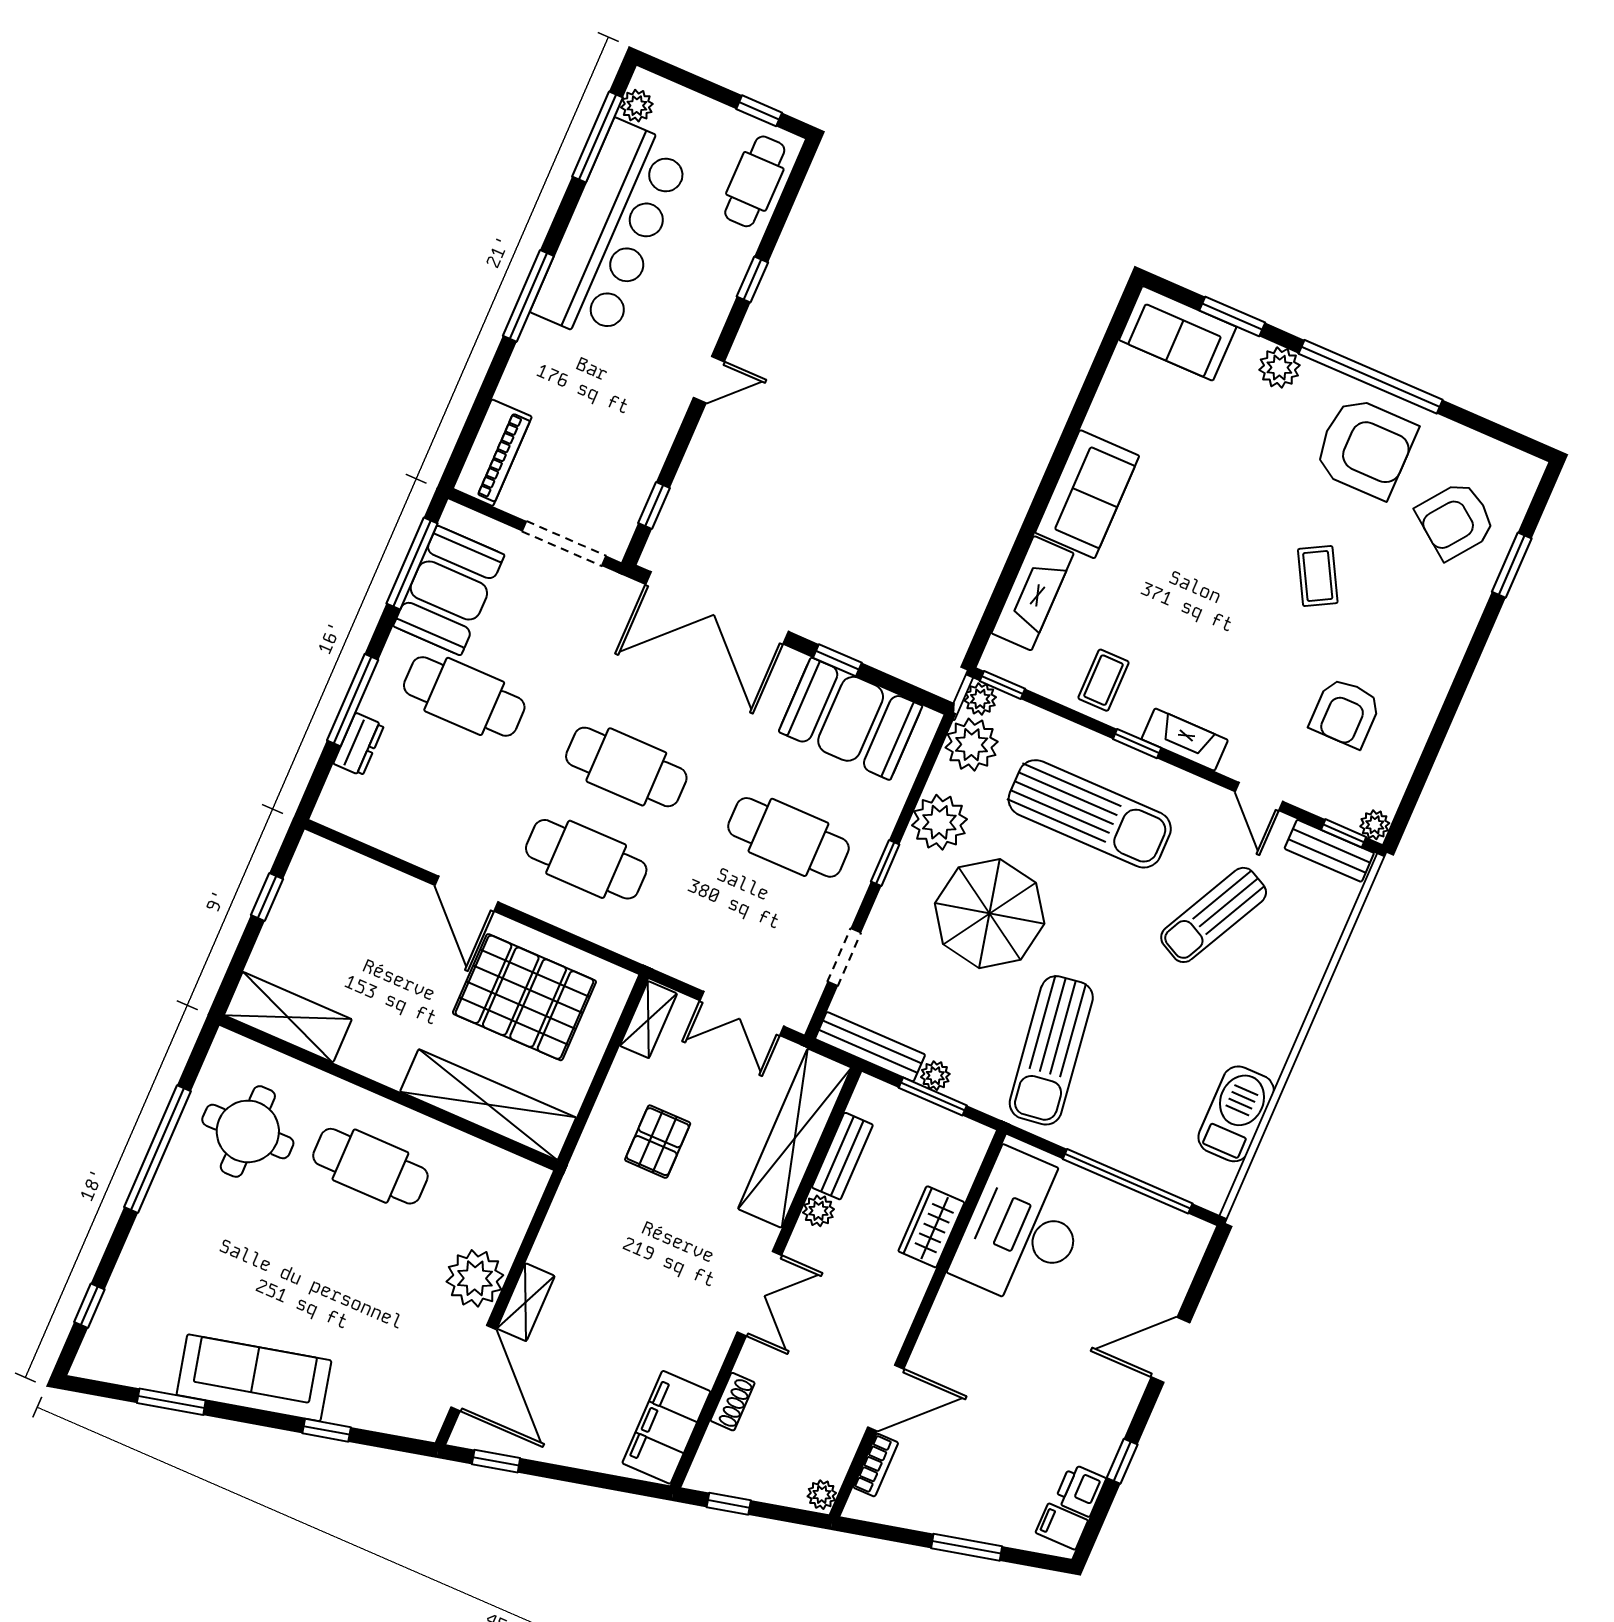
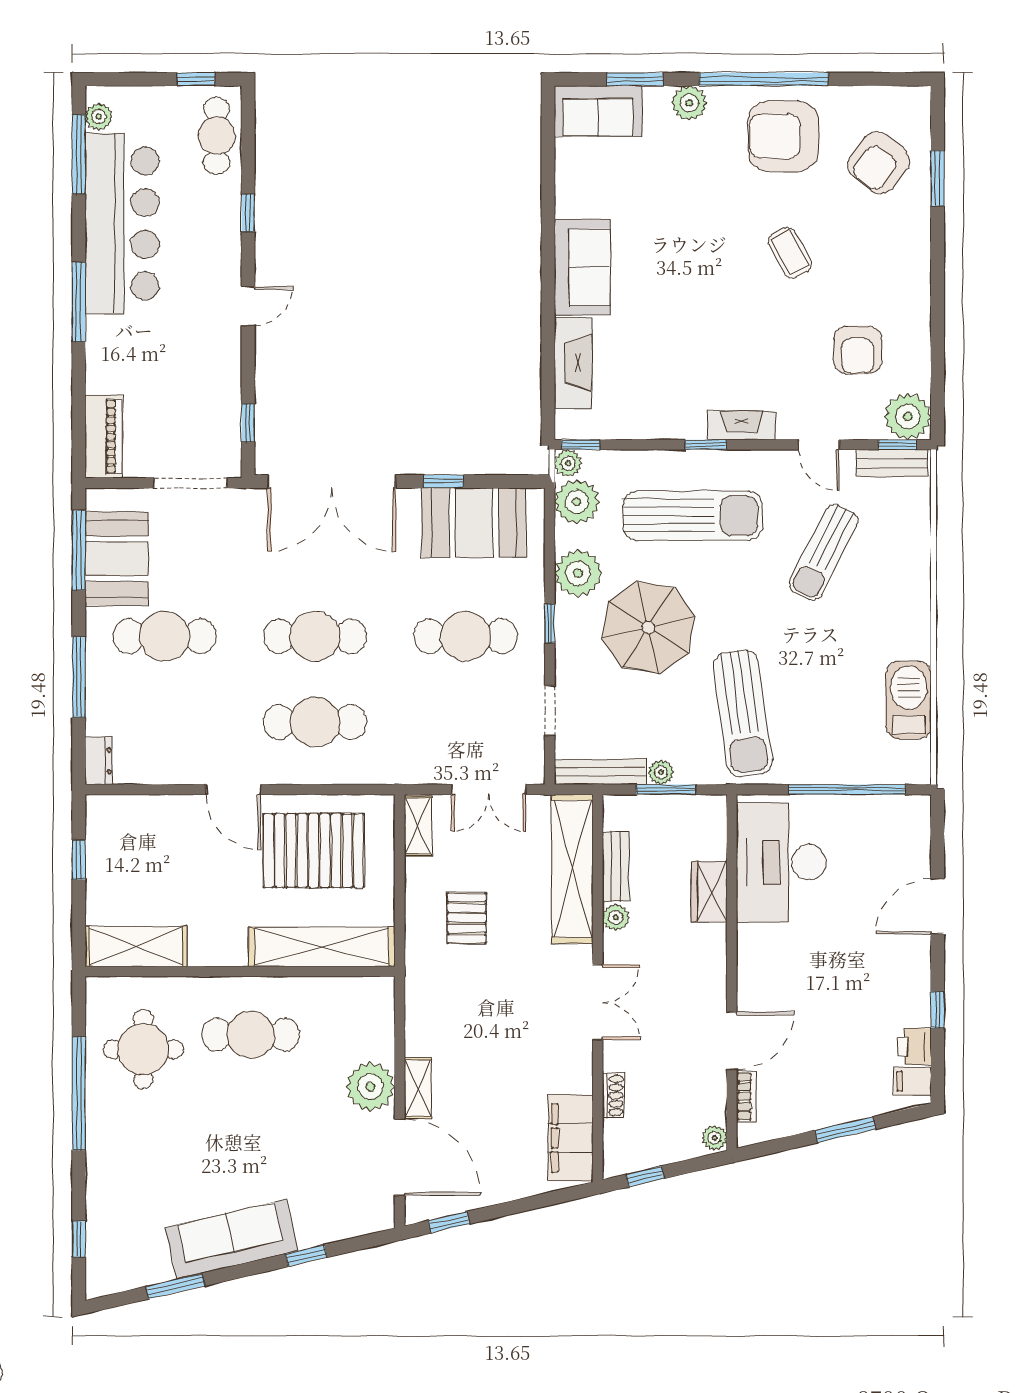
armchair: (1365, 448) -> (783, 136), turned 180
coffee table: (1104, 680) -> (658, 407), removed
dresser: (359, 744) -> (99, 761), moved
plant: (1375, 825) -> (908, 417), width x1.88, depth x1.88

